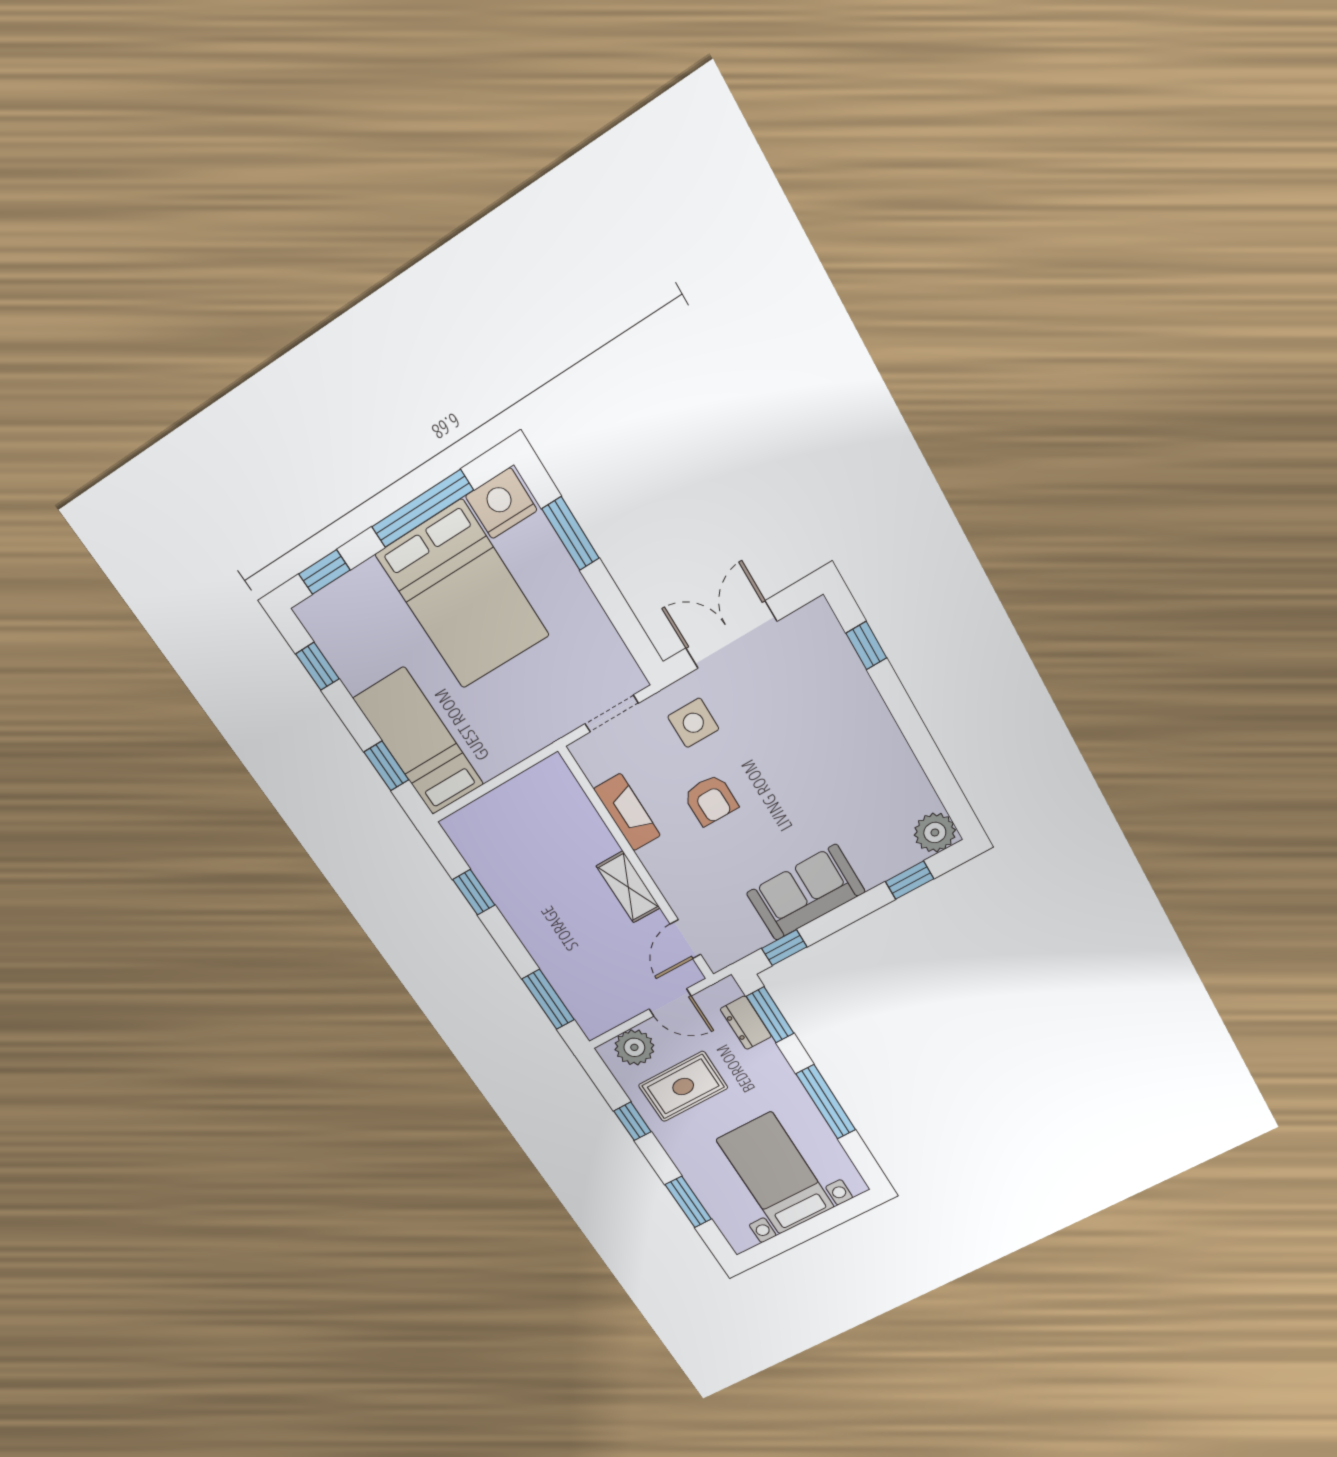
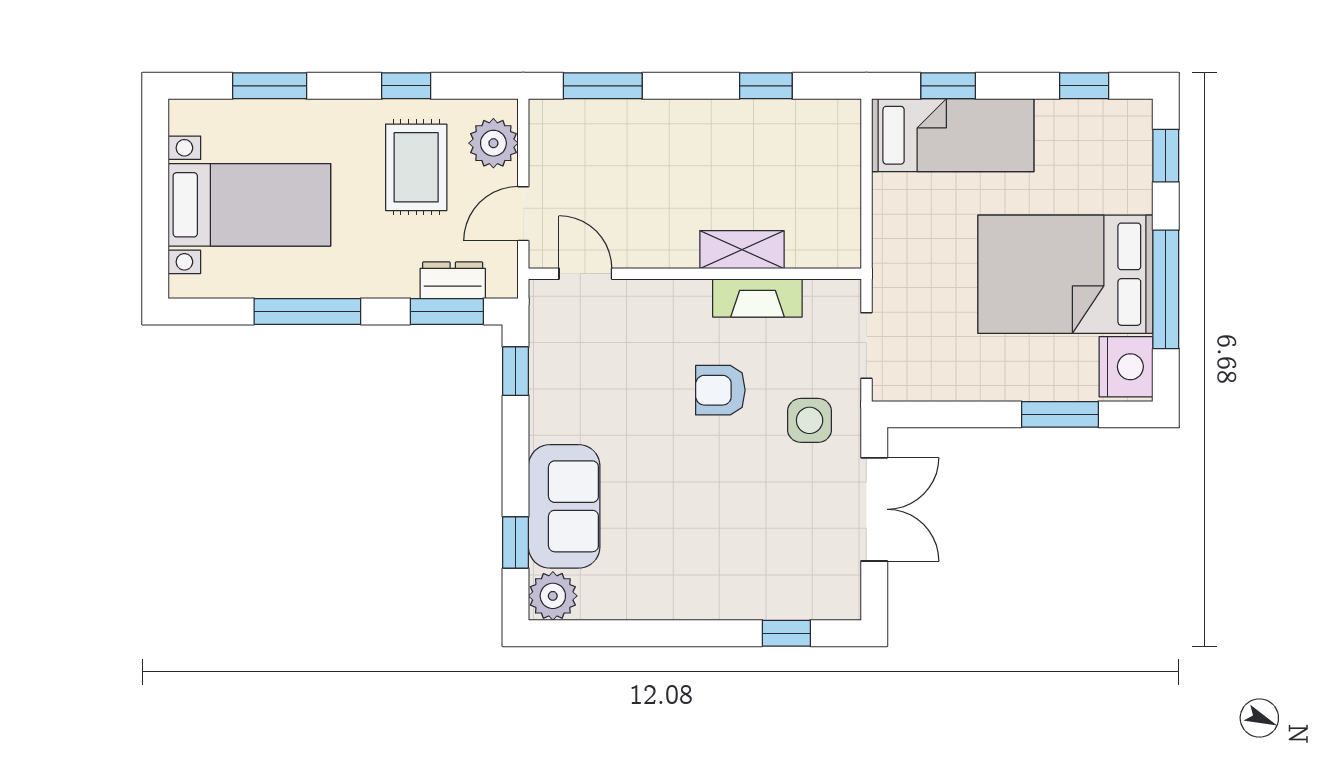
shelving: (628, 887) -> (742, 250), moved
sofa: (806, 893) -> (564, 506), moved

